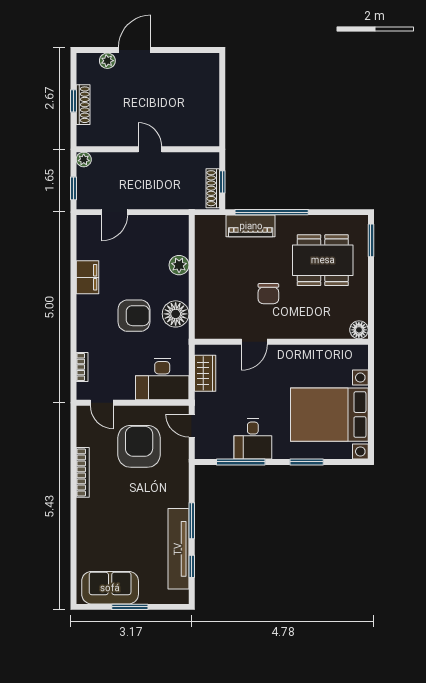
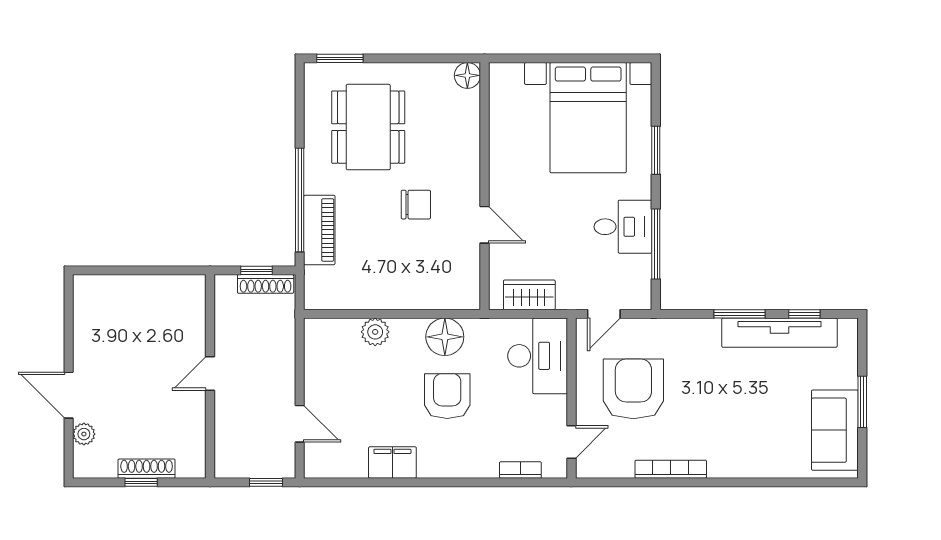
plant: (84, 159) -> (225, 468), removed
armchair: (139, 446) -> (633, 389), turned 90

